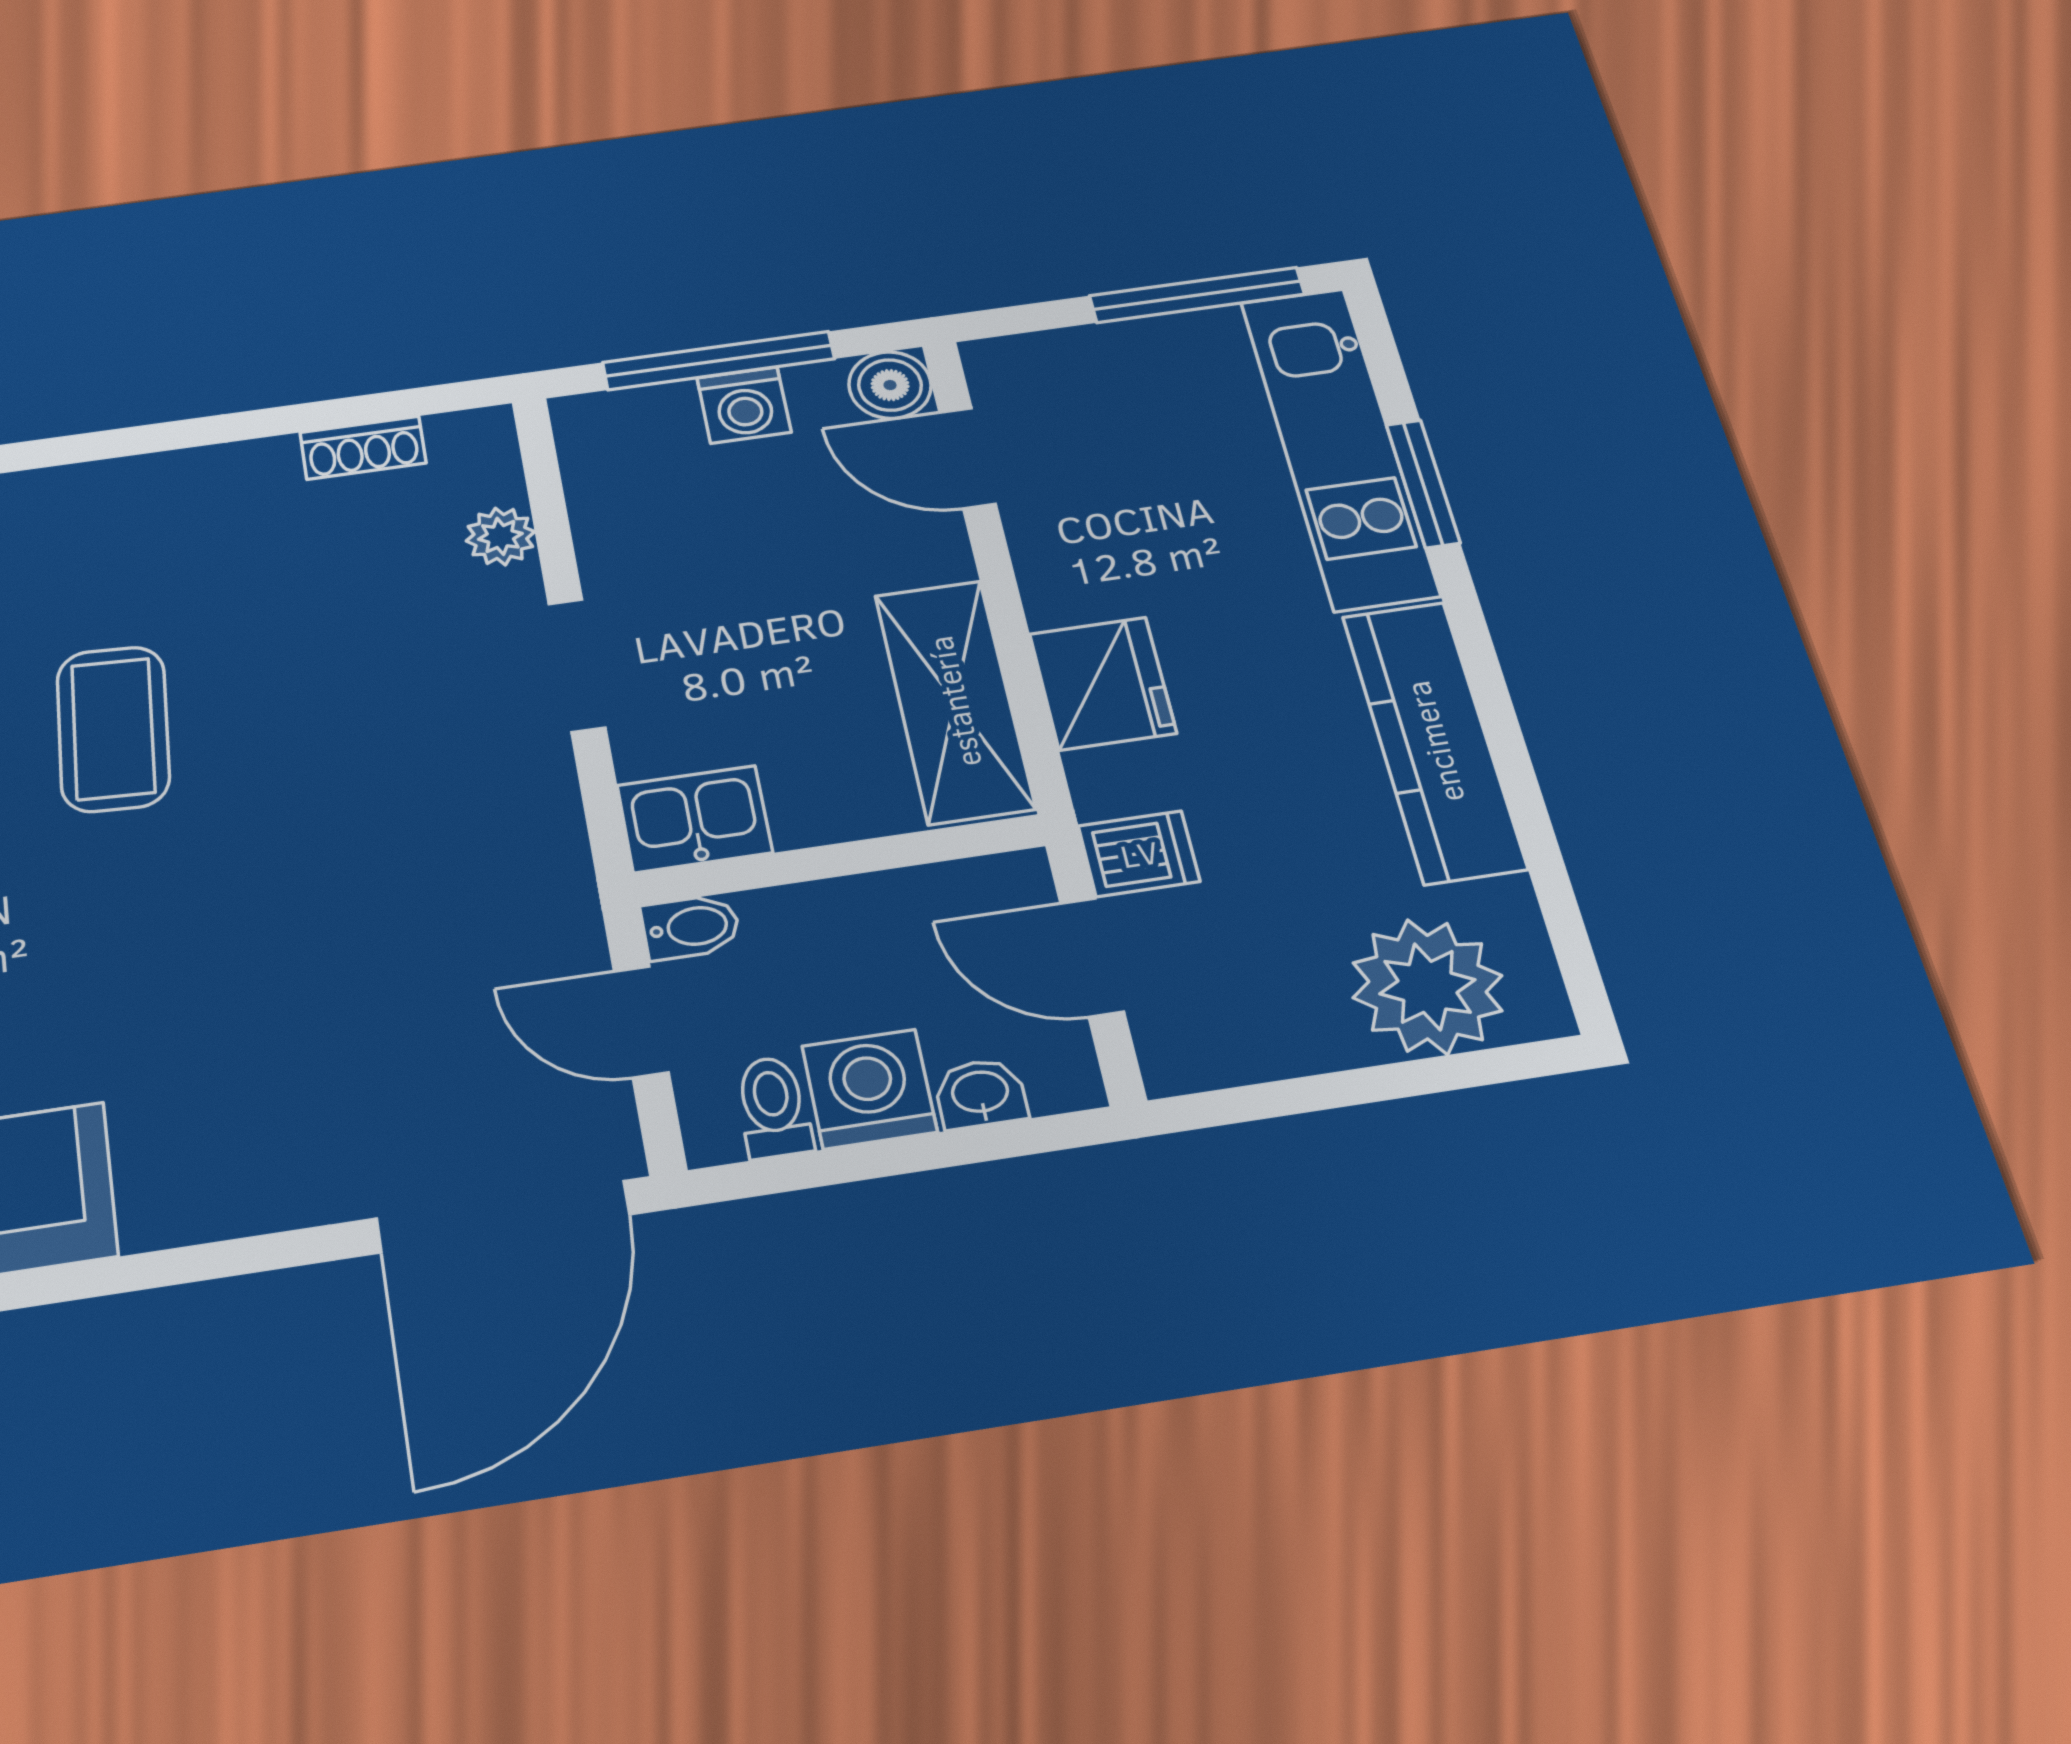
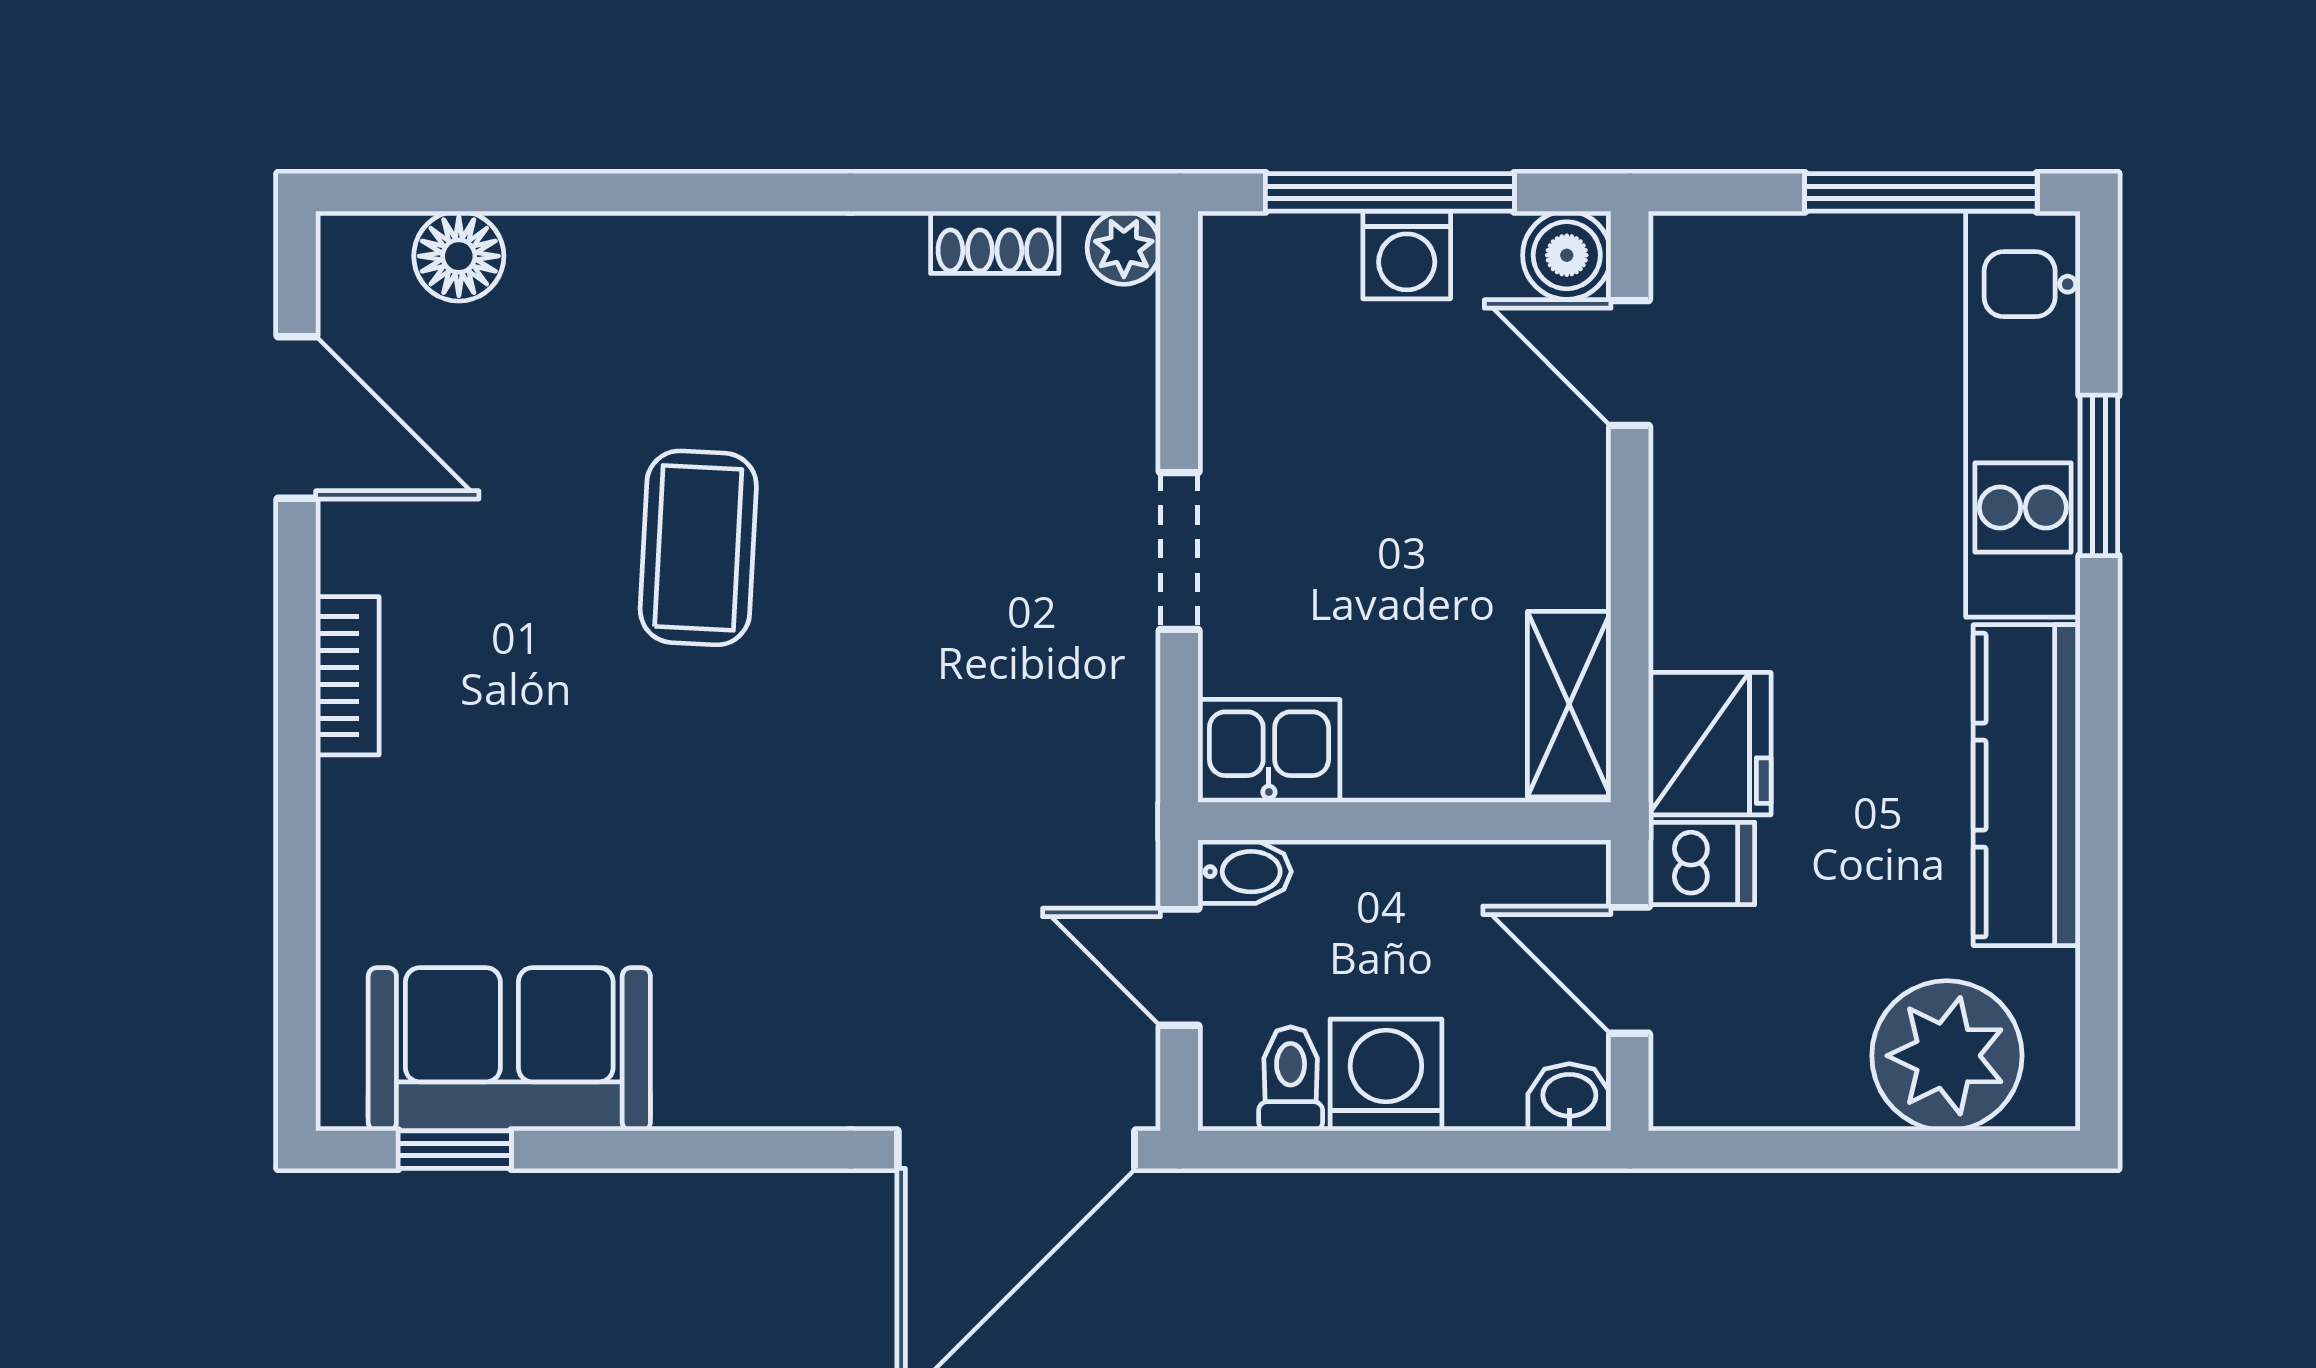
plant: (500, 536) -> (1124, 248), moved
fridge: (1103, 683) -> (1710, 744), moved
shelving: (954, 701) -> (1569, 704), width x0.67, depth x0.75
washbasin: (980, 1093) -> (1569, 1097), moved

